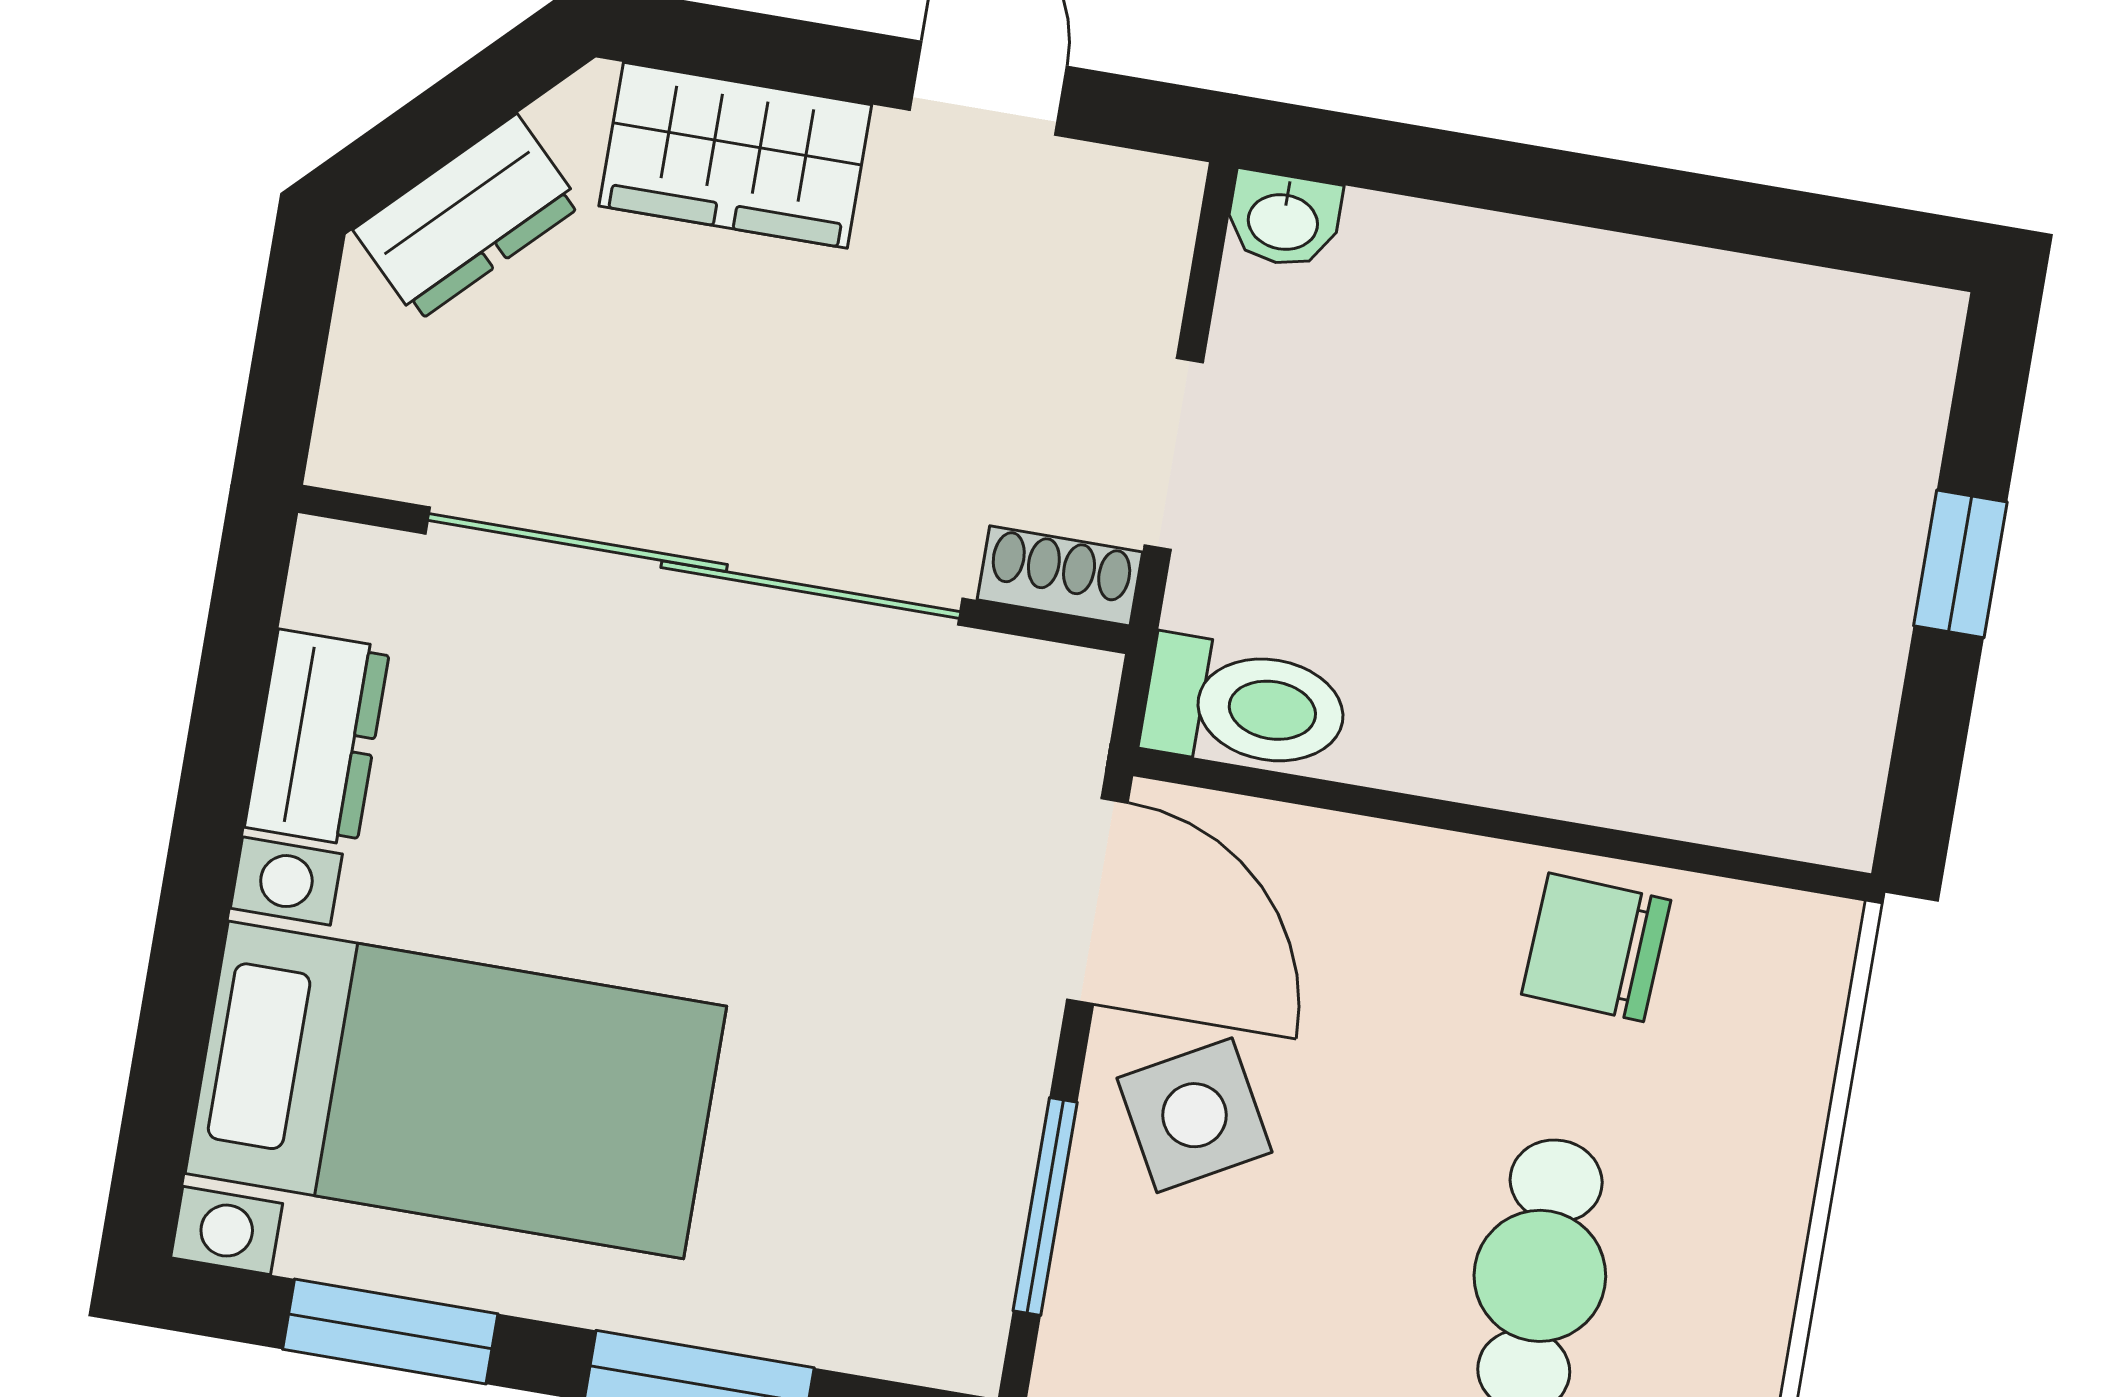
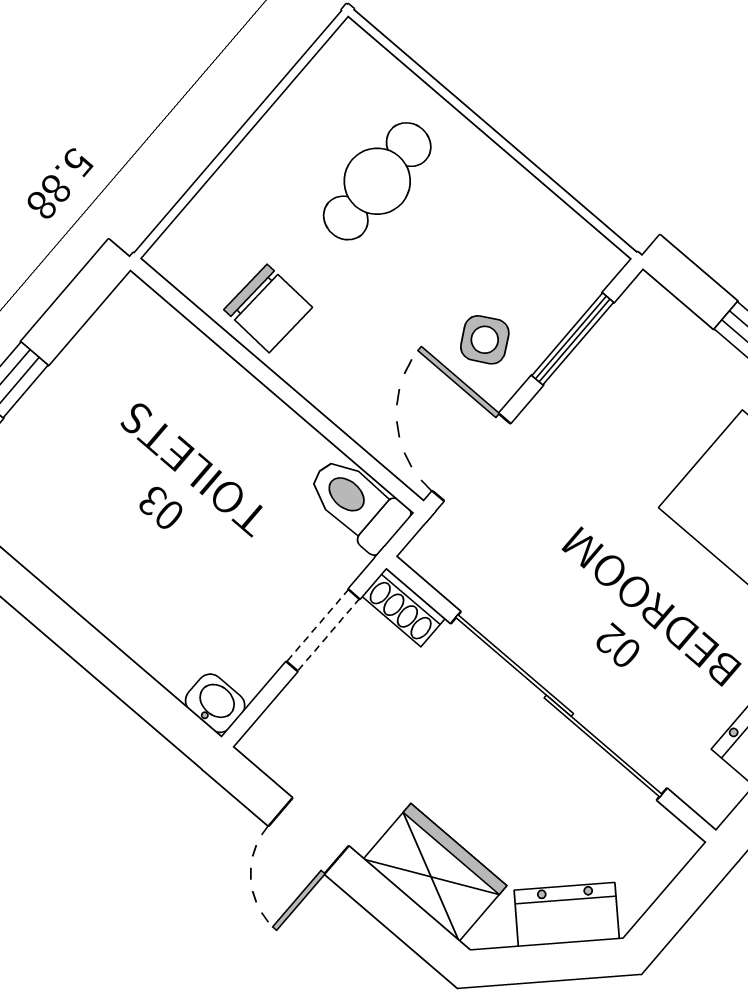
side table: (1194, 1115) -> (485, 340), width x0.73, depth x0.73

